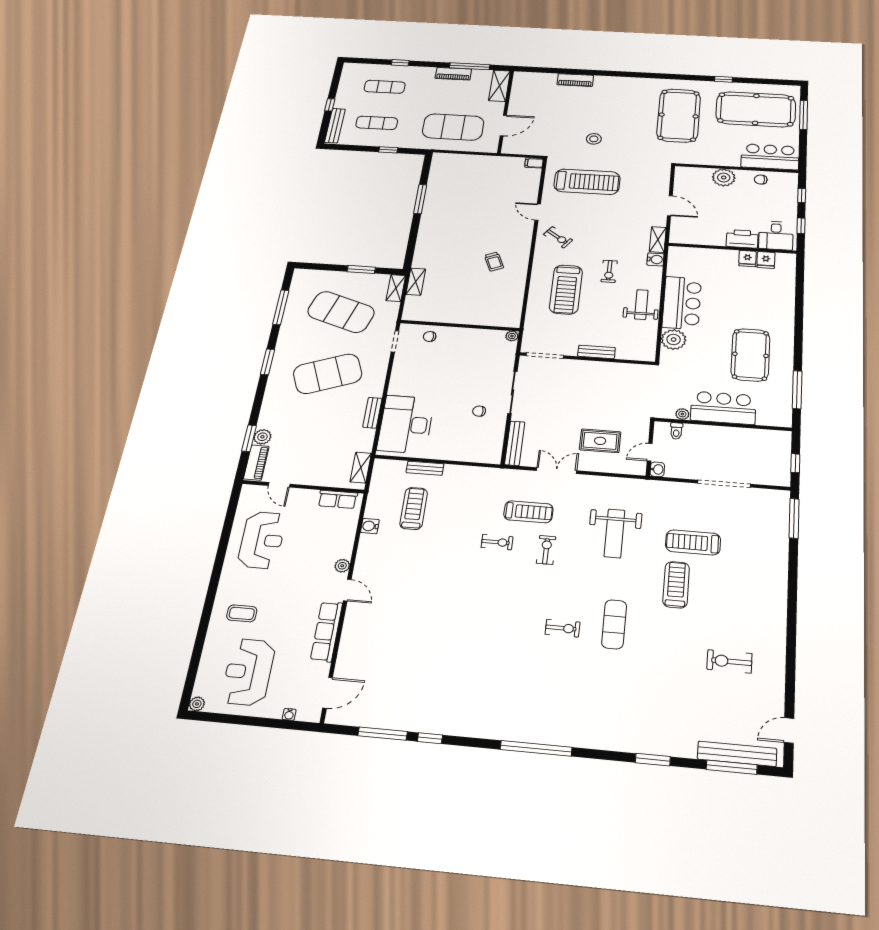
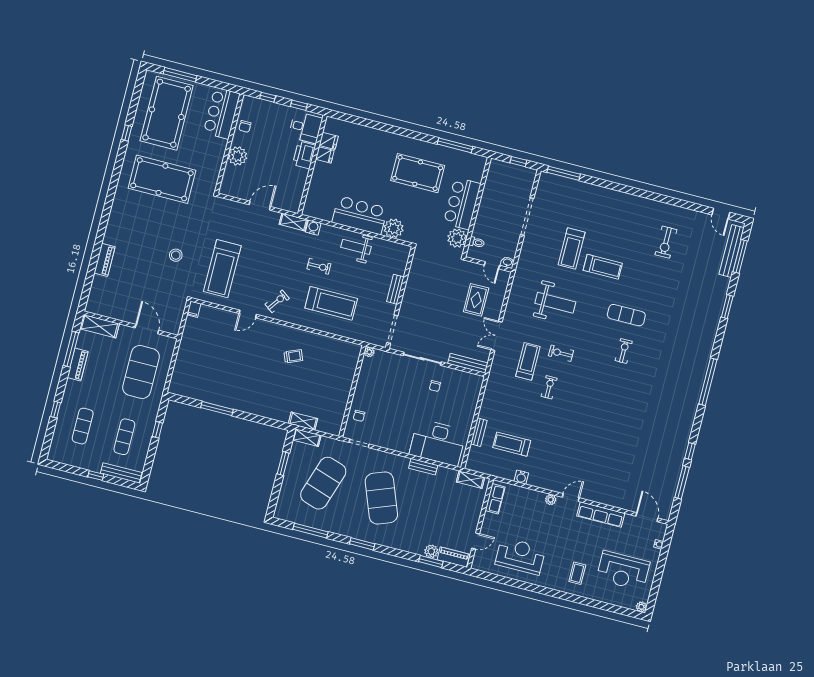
treadmill: (587, 182) -> (222, 269), turned 180
plant: (682, 414) -> (457, 238), width x1.88, depth x1.88
treadmill: (676, 585) -> (603, 267), turned 180

